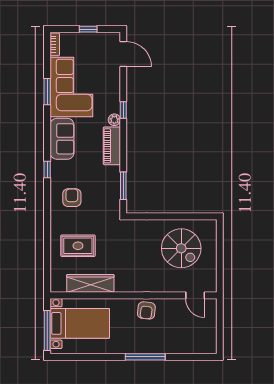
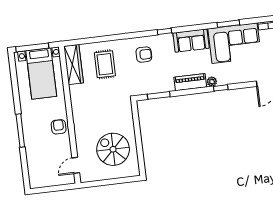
spiral stairs: (181, 248) -> (113, 149), turned 90
wardrobe: (90, 283) -> (74, 65), moved
armchair: (146, 310) -> (59, 127), turned 84

